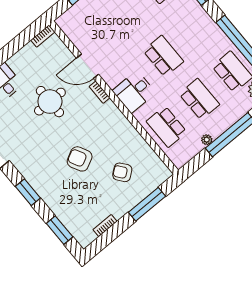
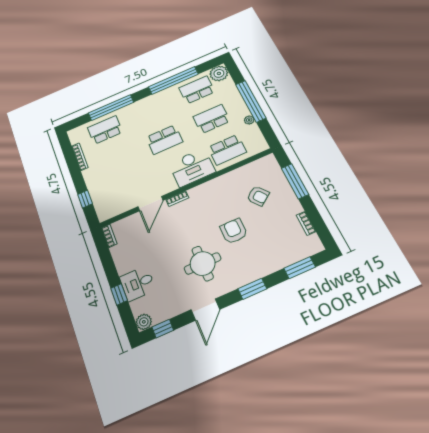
school desk: (163, 56) -> (164, 140), turned 180
desk: (134, 92) -> (192, 167), width x1.37
round table: (50, 102) -> (203, 263), moved
armchair: (80, 159) -> (234, 231), turned 117
armchair: (122, 172) -> (258, 196), turned -89

